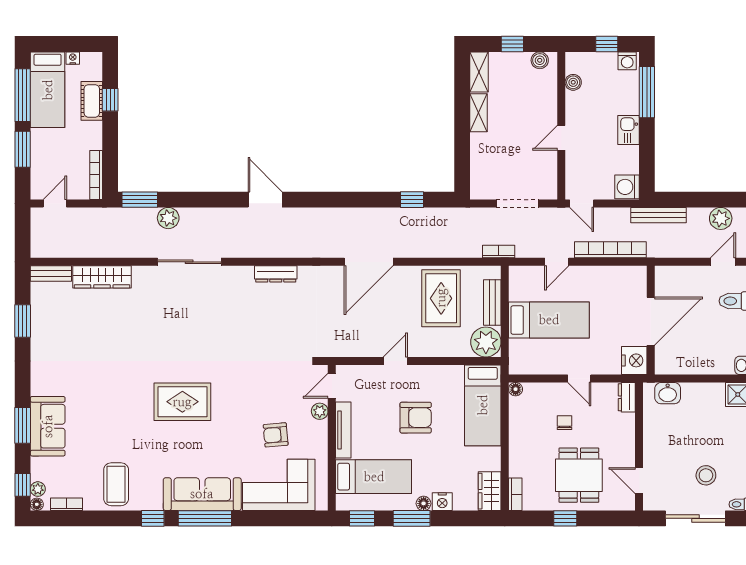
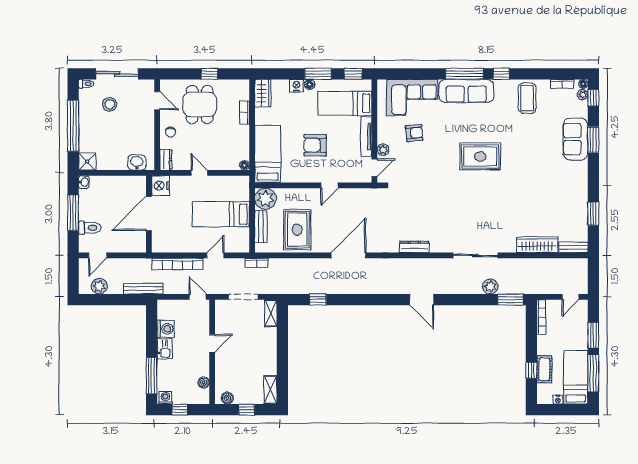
shelving: (478, 113) -> (271, 313), moved
washing machine: (627, 187) -> (166, 329), moved
chair: (565, 423) -> (170, 132), moved
bookcase: (515, 494) -> (245, 113), moved

